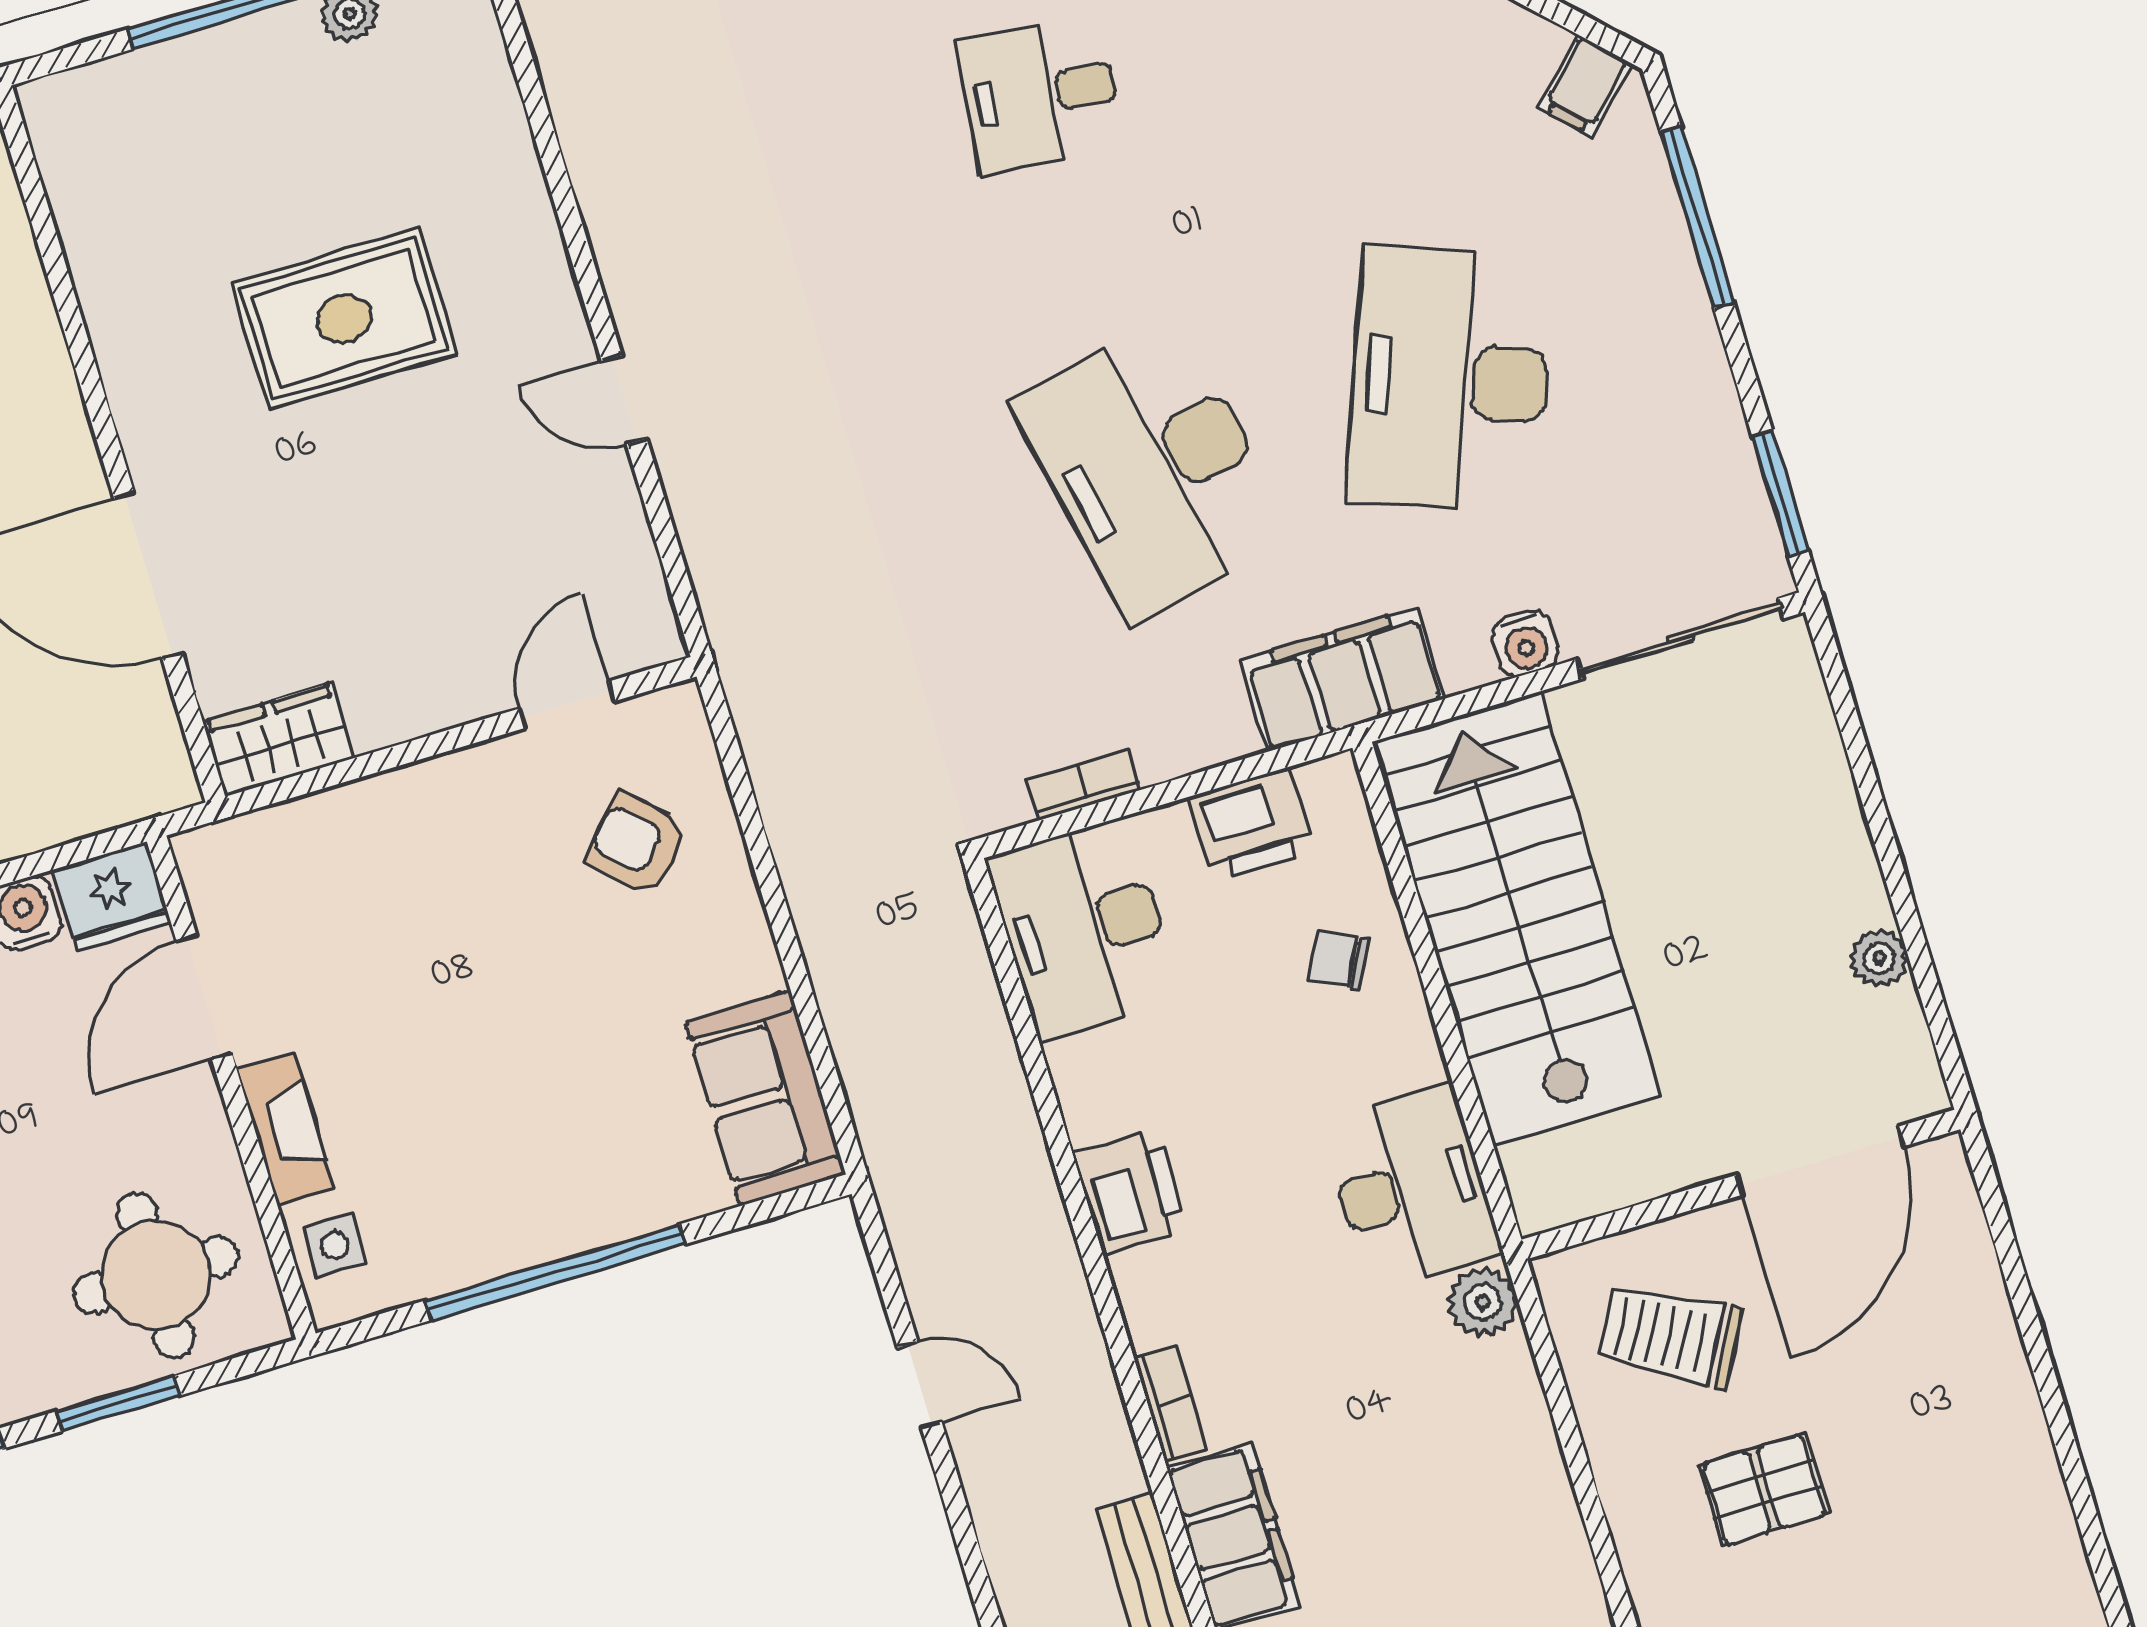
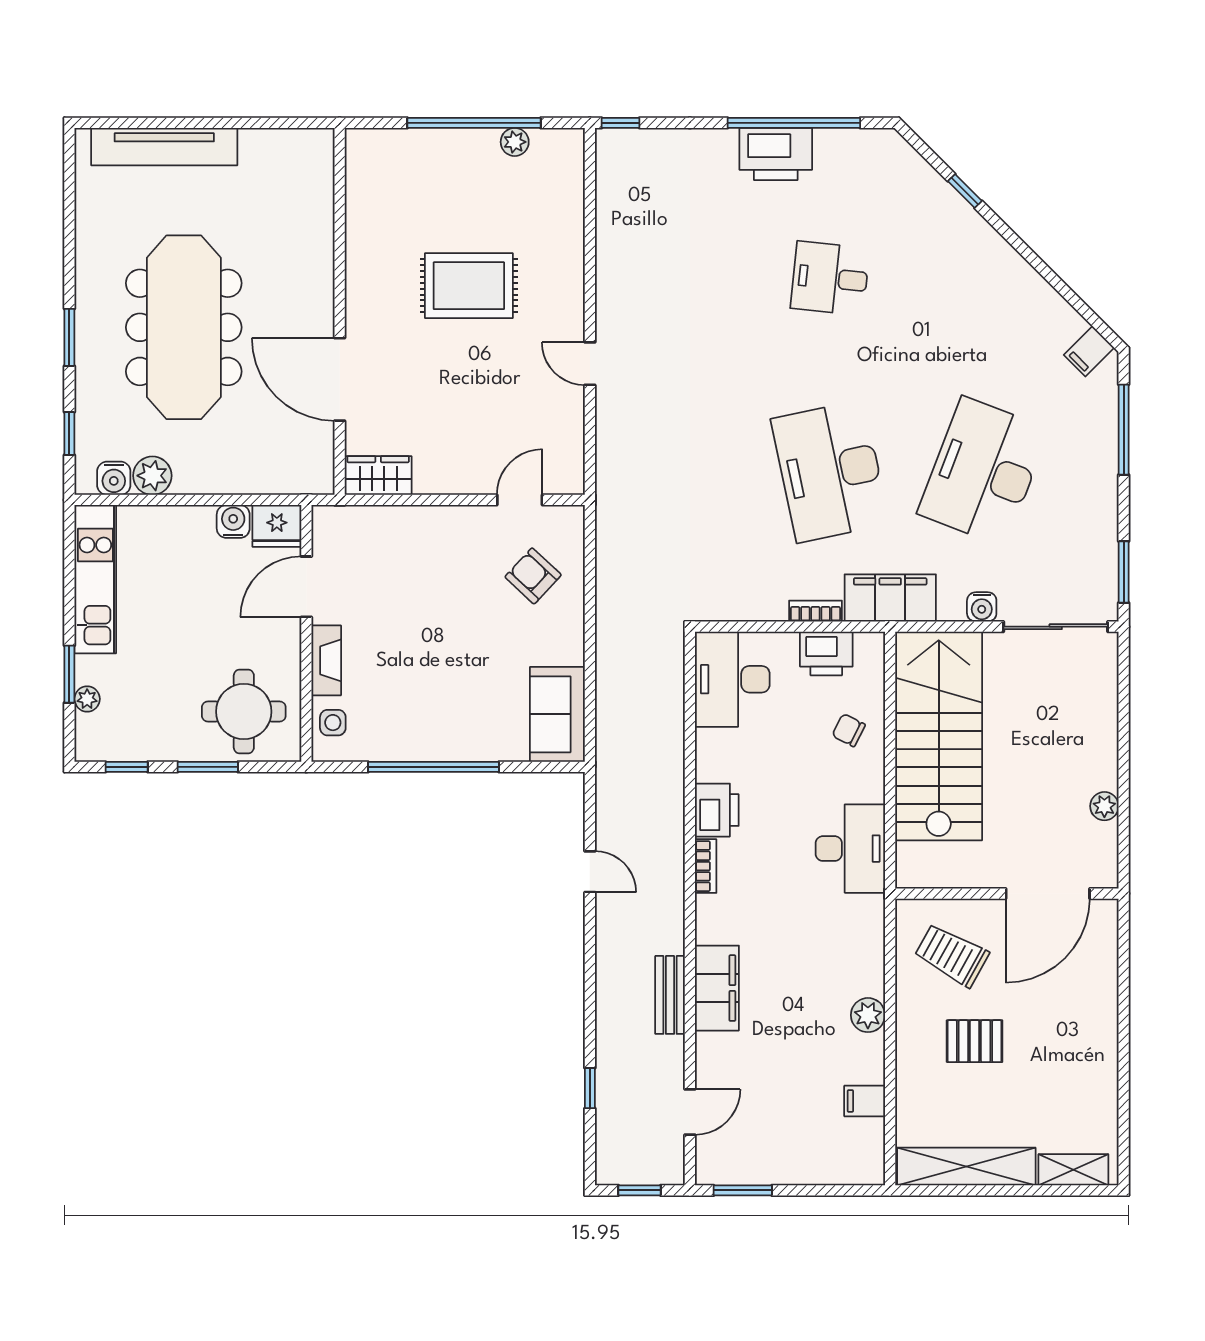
bookcase: (1083, 785) -> (815, 611), moved
plant: (1483, 1302) -> (868, 1015), moved
bookcase: (1170, 1403) -> (706, 866), moved

